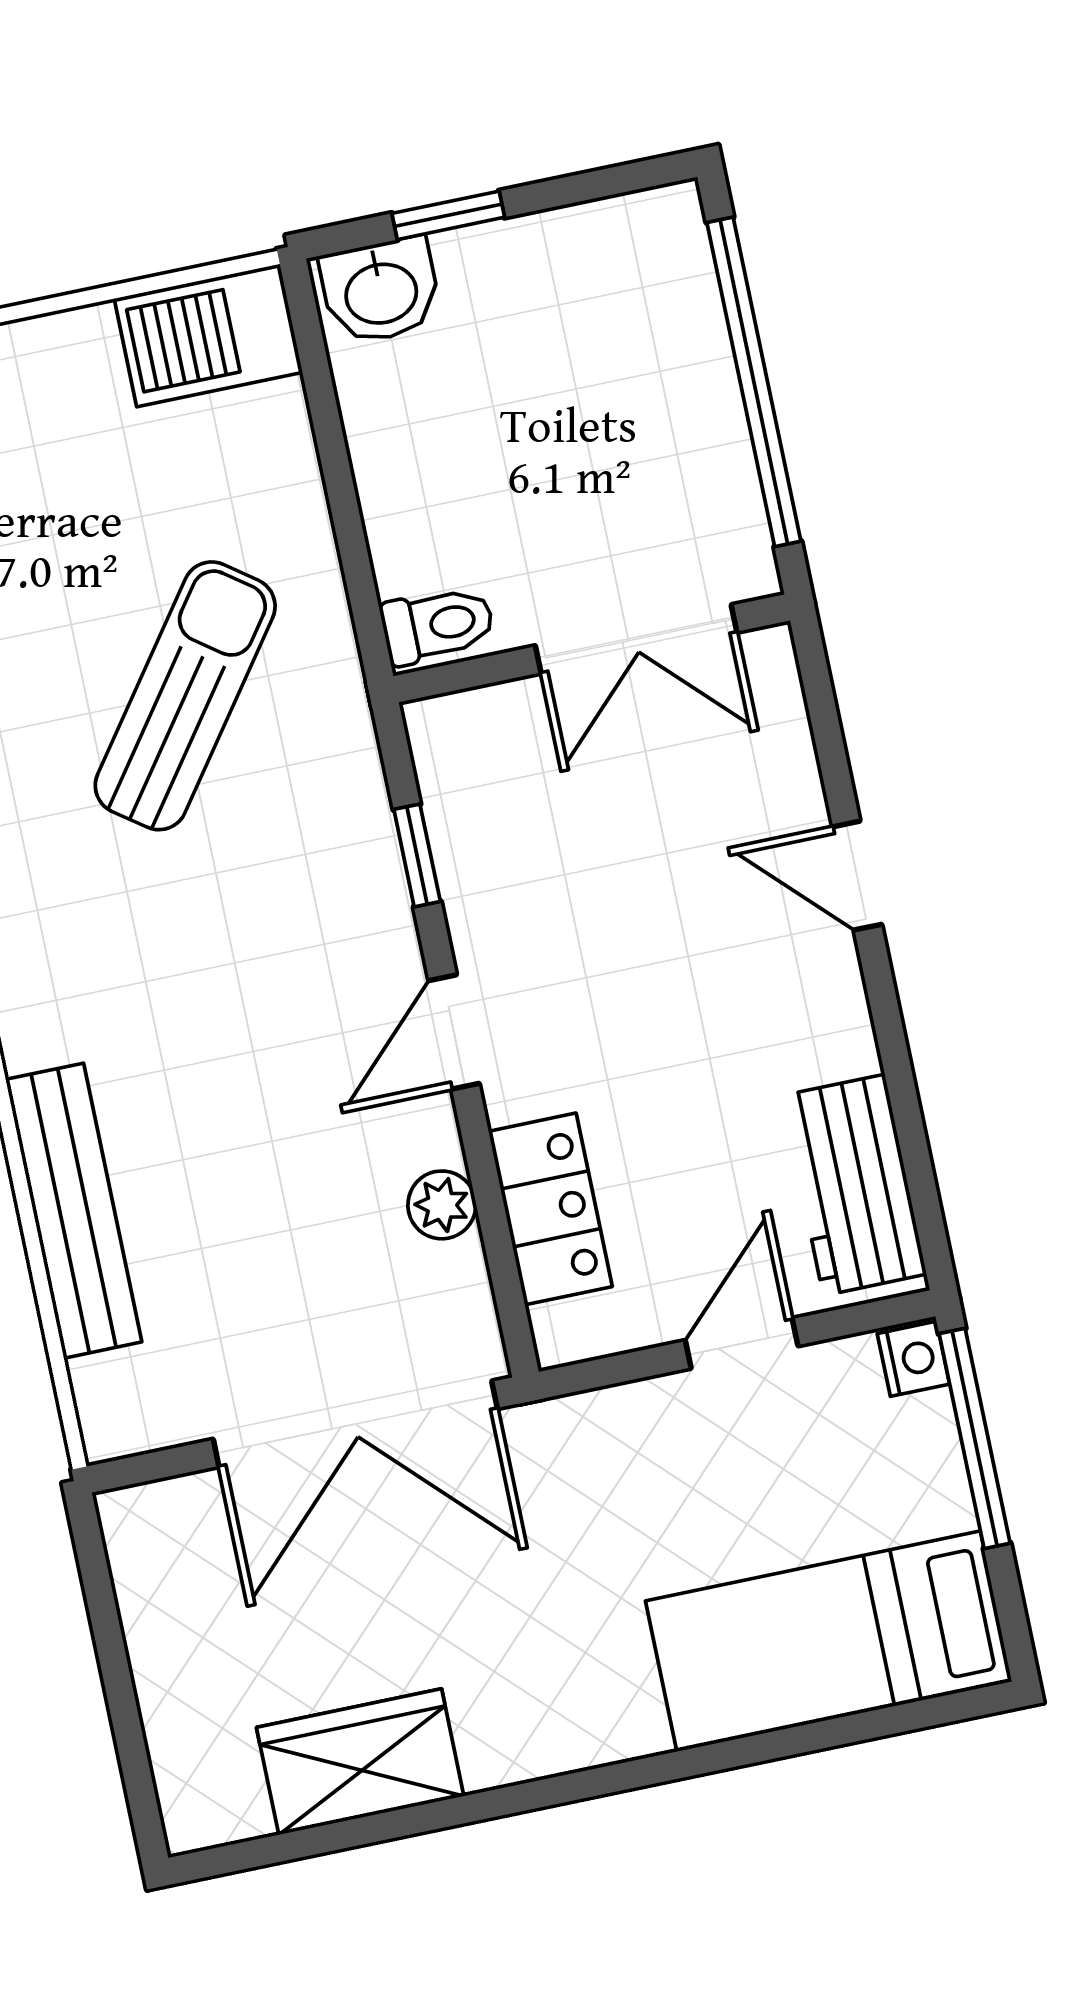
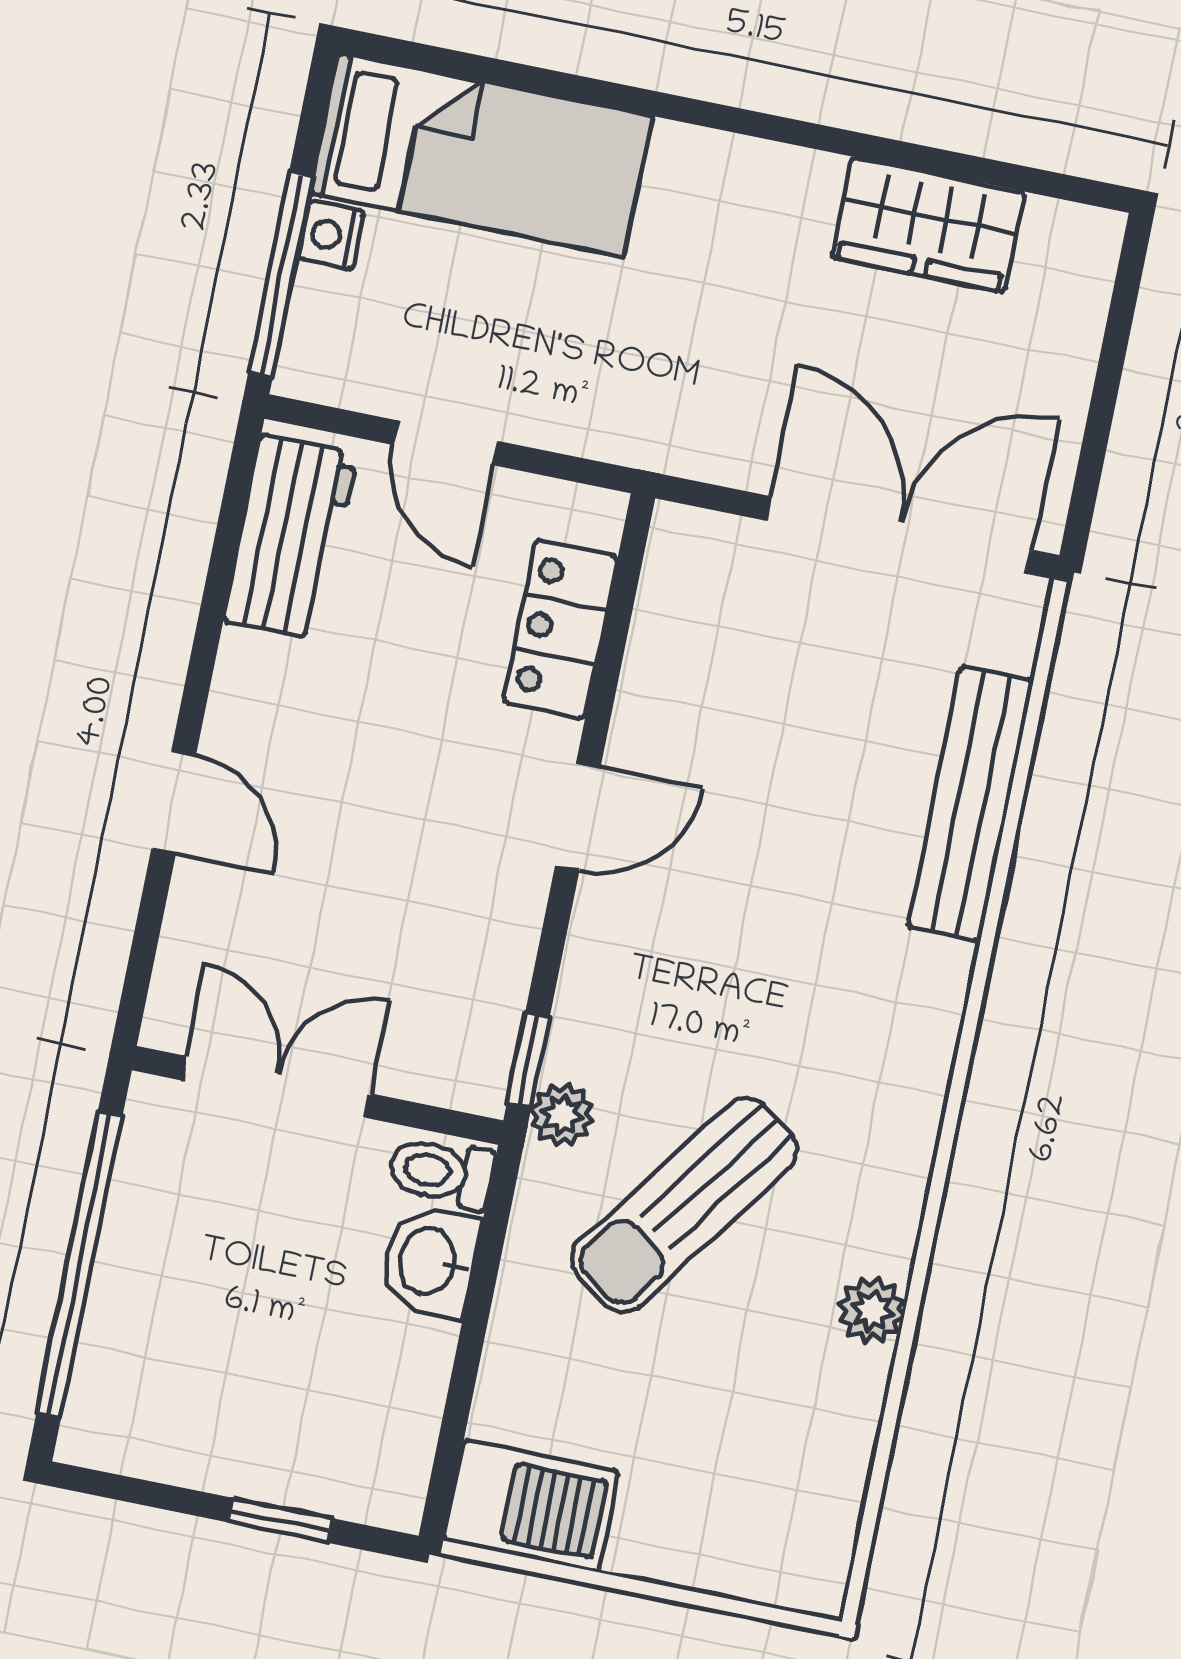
washbasin: (381, 291) -> (430, 1261), moved, turned -90
window: (417, 855) -> (528, 1060), moved
plant: (442, 1205) -> (562, 1115), moved
door: (742, 1343) -> (446, 443), hinge flipped
nightstand: (913, 1359) -> (331, 235), moved
double door: (355, 1424) -> (899, 535), moved

